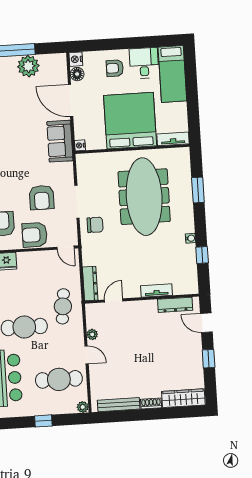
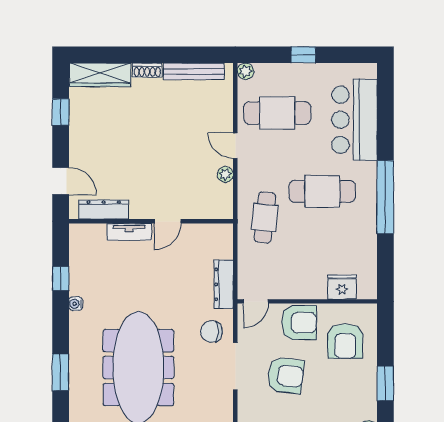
armchair: (42, 198) -> (286, 375), turned 97
door: (66, 248) -> (256, 301), swing flipped
dresser: (90, 283) -> (224, 284), moved
door: (114, 300) -> (168, 221), moved
window: (209, 359) -> (61, 112), moved

